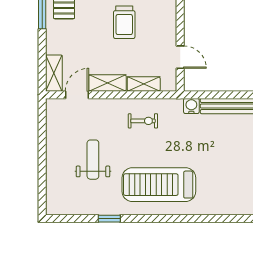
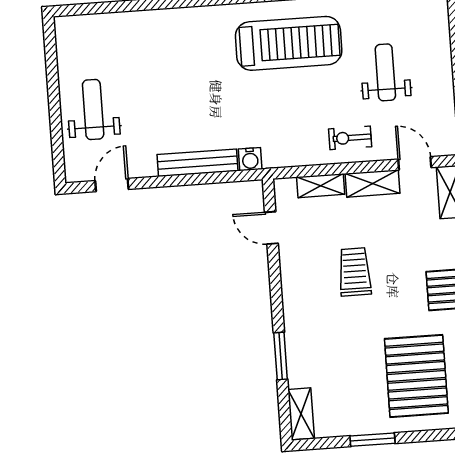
door: (77, 95) -> (415, 163), swing flipped
exercise bike: (143, 121) -> (350, 138), moved
weight bench: (93, 160) -> (385, 72), turned 180

